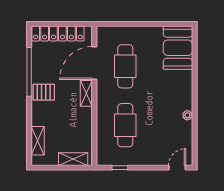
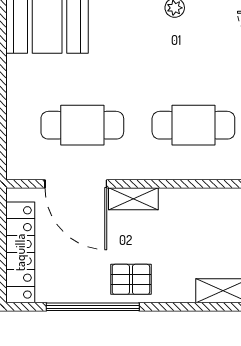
pallet: (44, 92) -> (131, 279), turned 90

